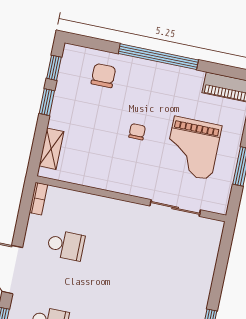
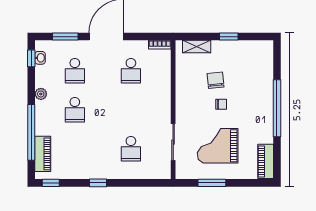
window: (54, 68) -> (254, 37), removed
chair: (103, 76) -> (216, 80), moved, turned -96
school desk: (172, 267) -> (131, 149), added

